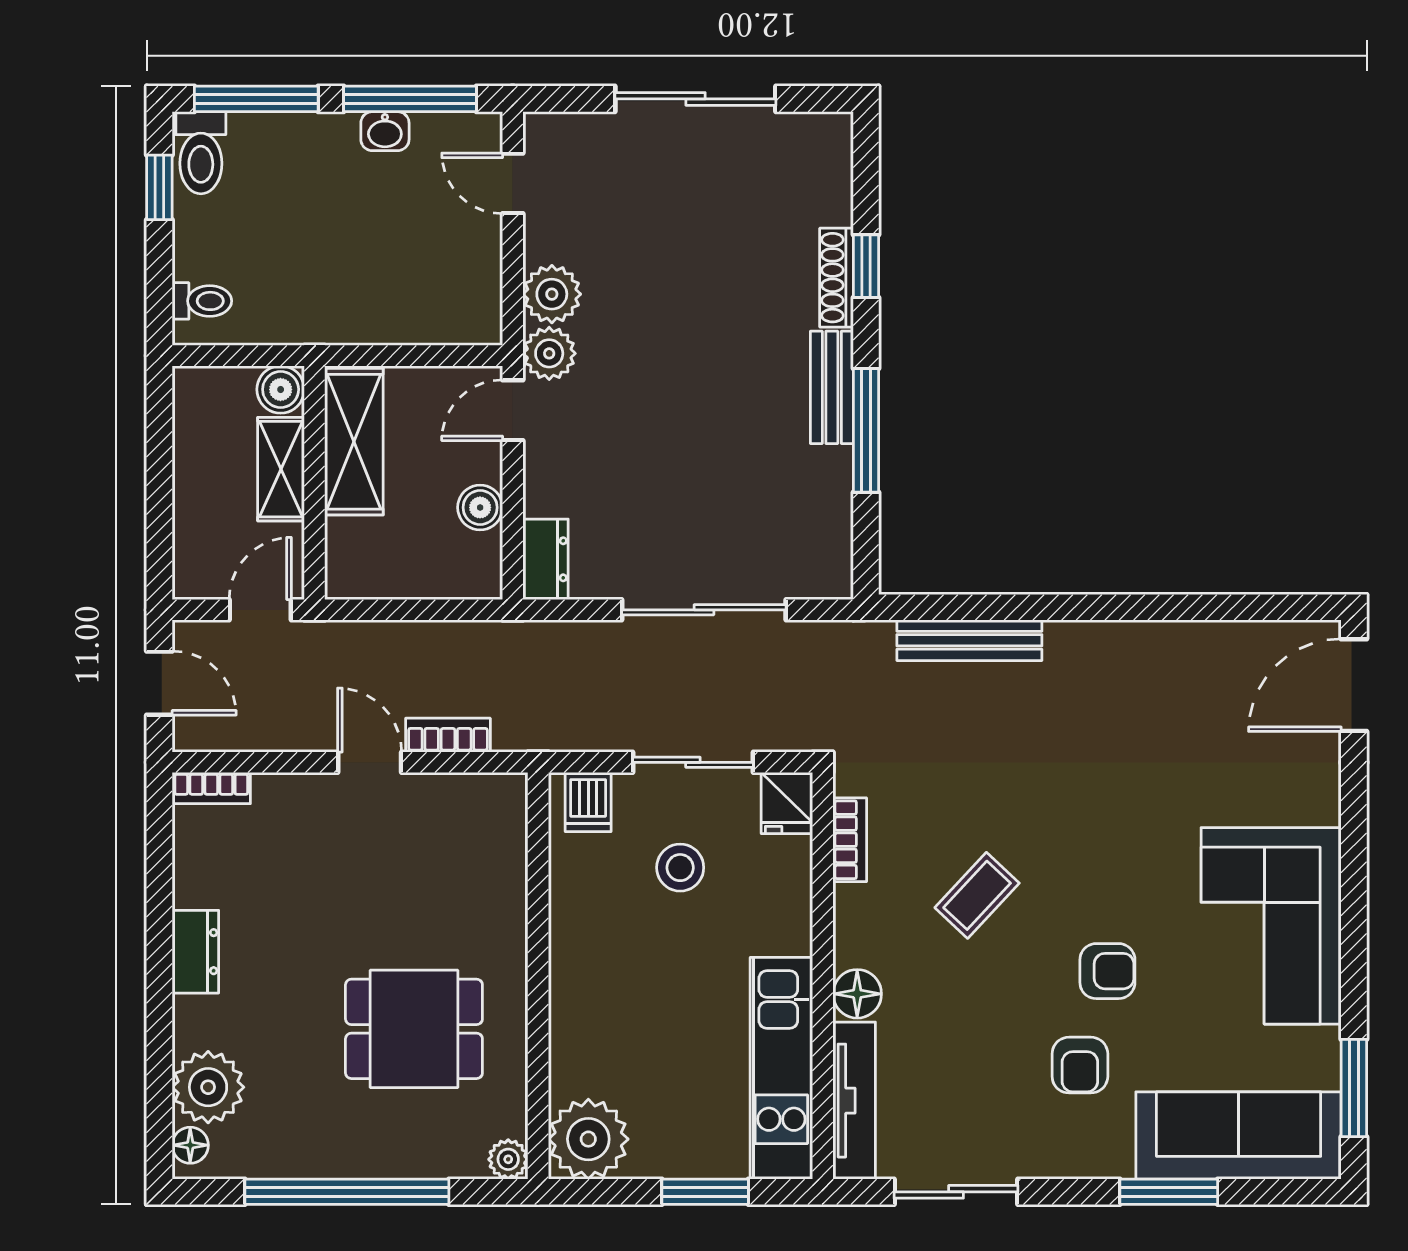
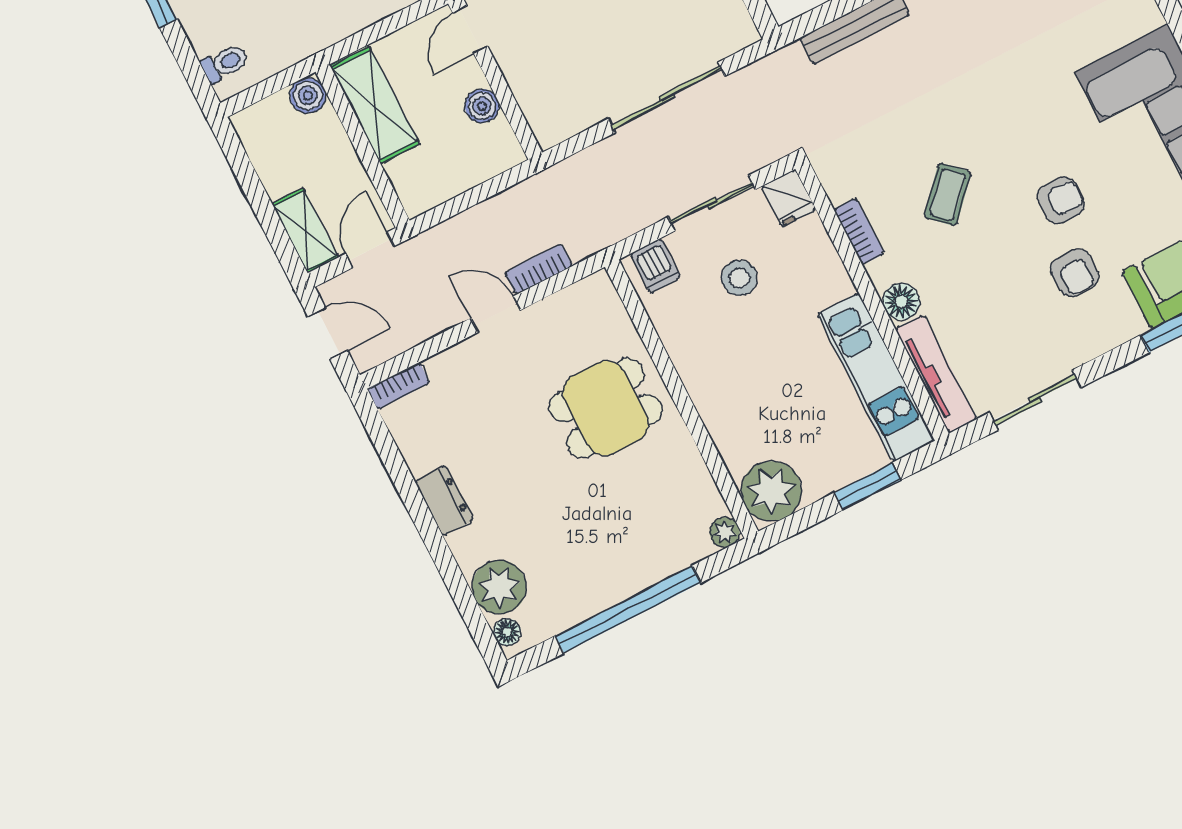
shelving: (281, 469) -> (305, 231), moved
dresser: (546, 559) -> (543, 118), removed
bookcase: (850, 840) -> (859, 231), moved
dining table: (414, 1029) -> (606, 408), moved

